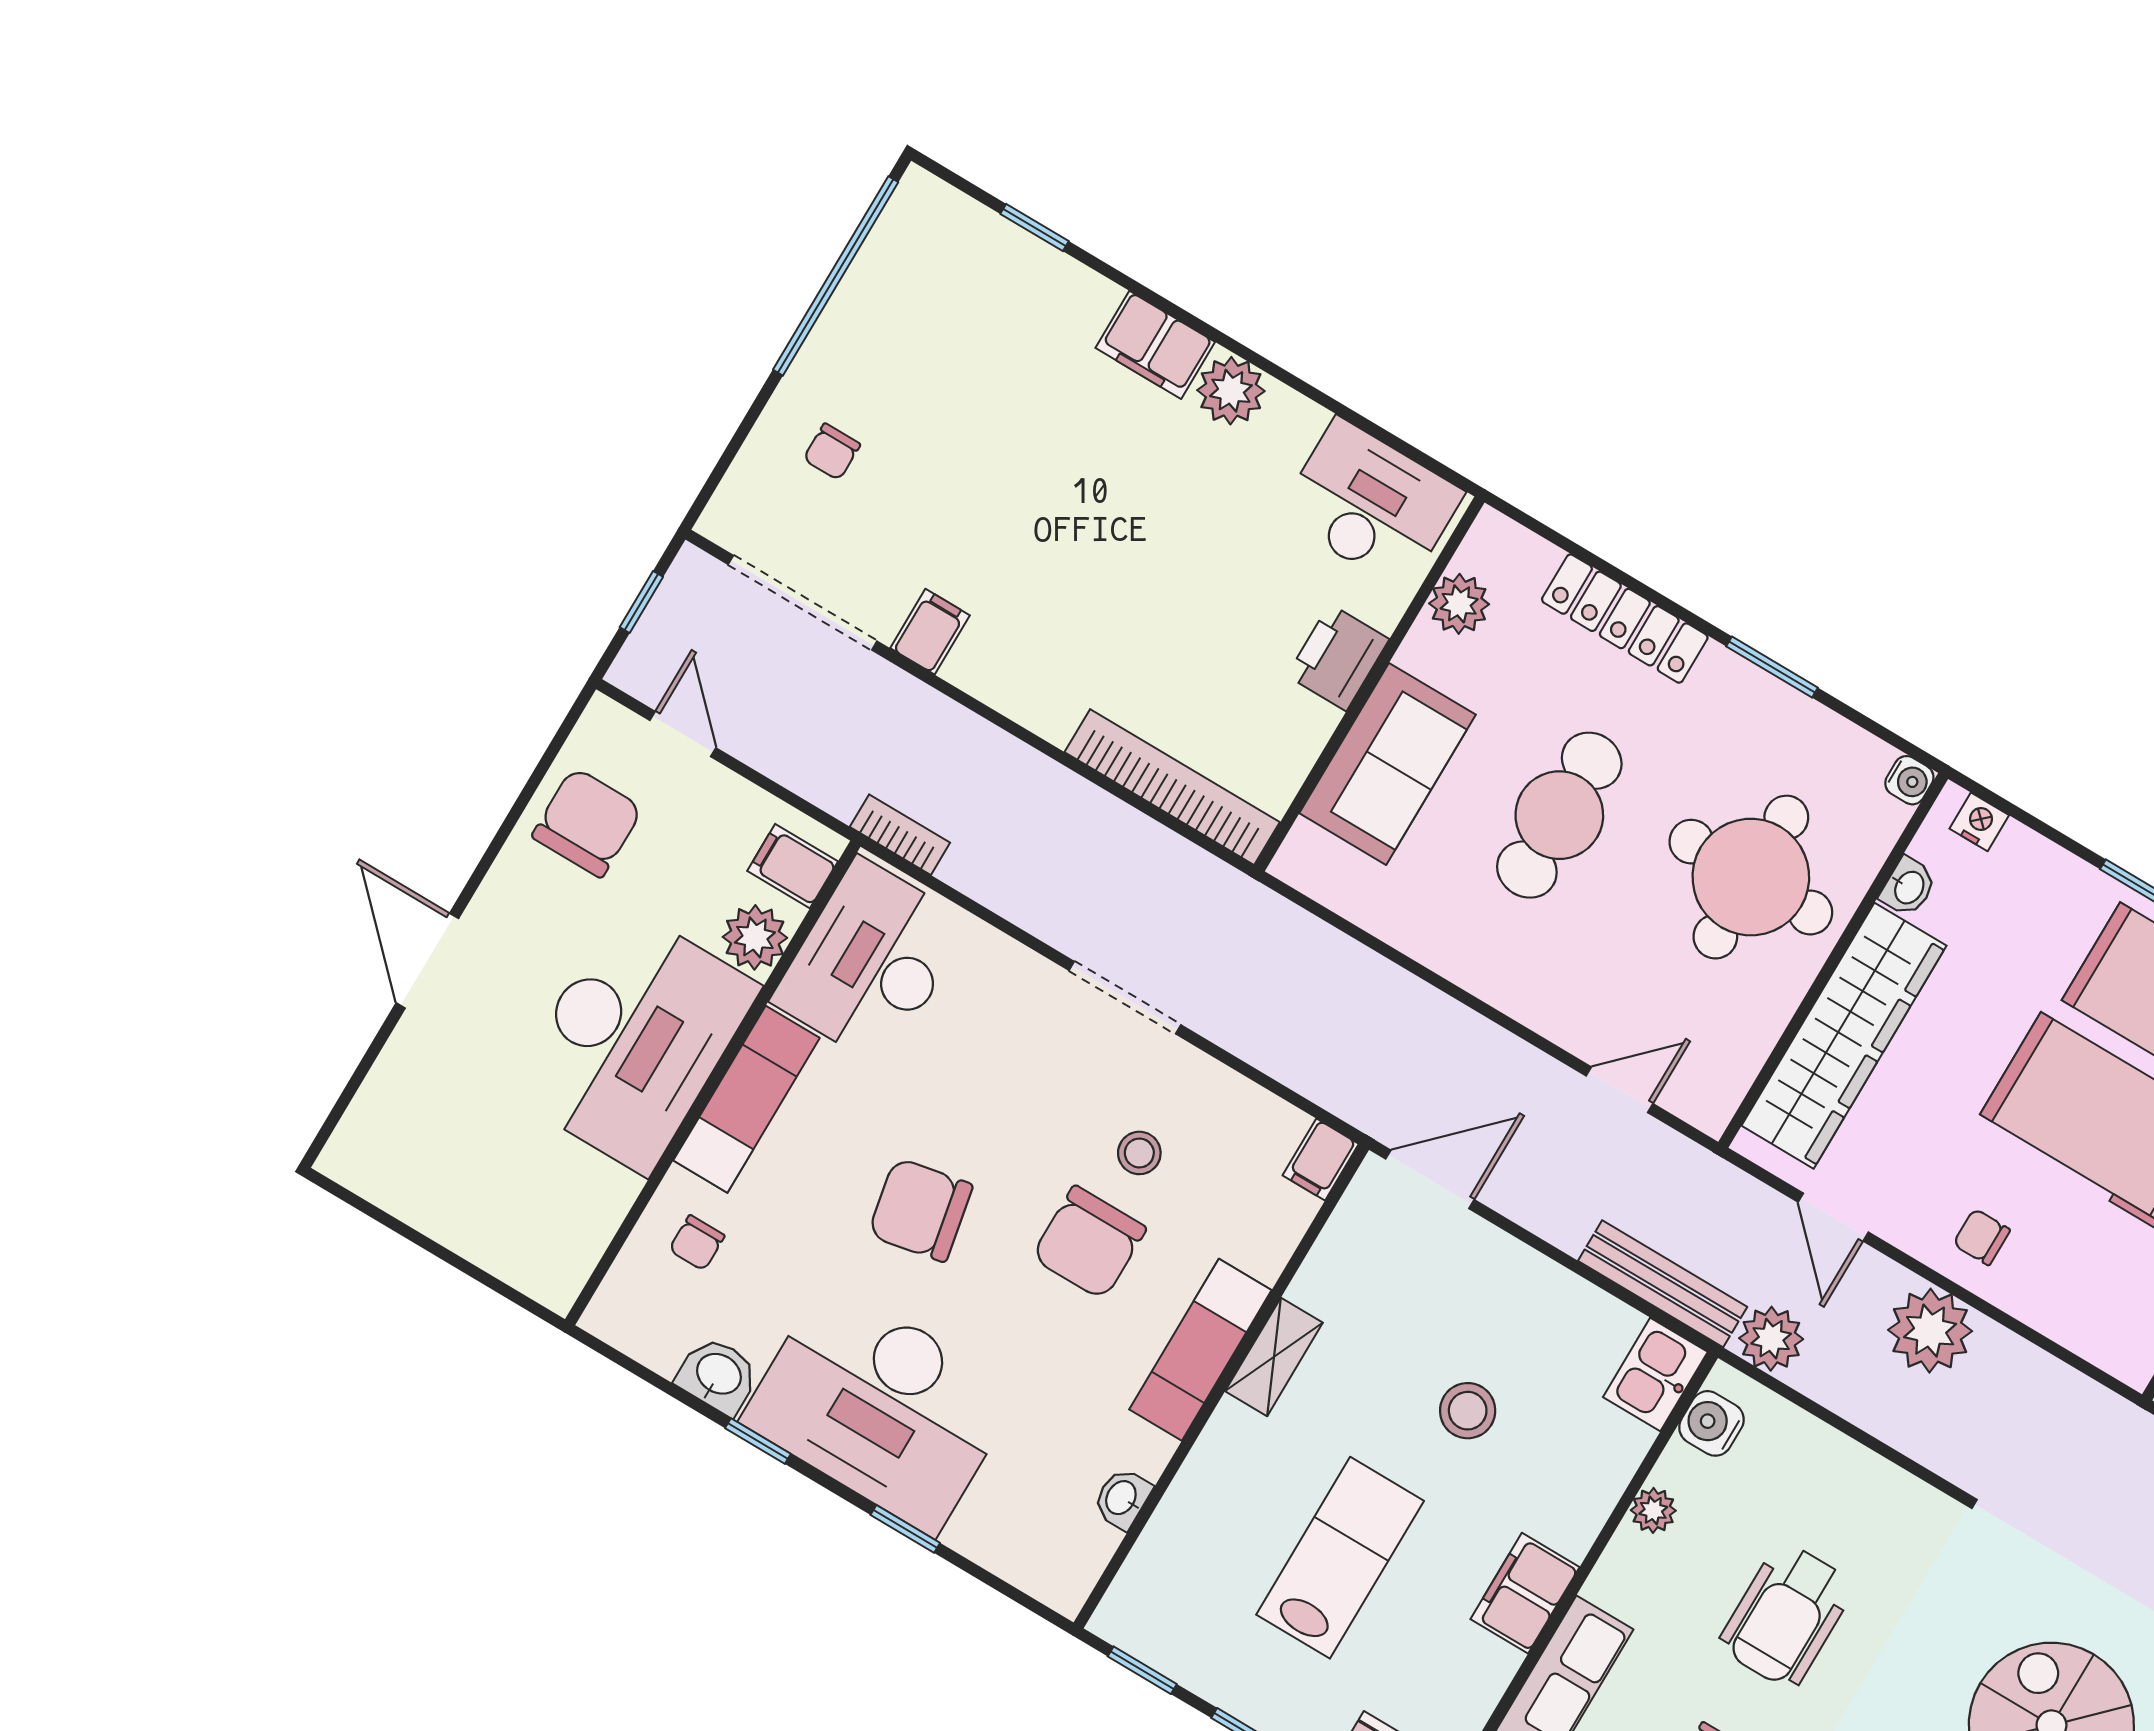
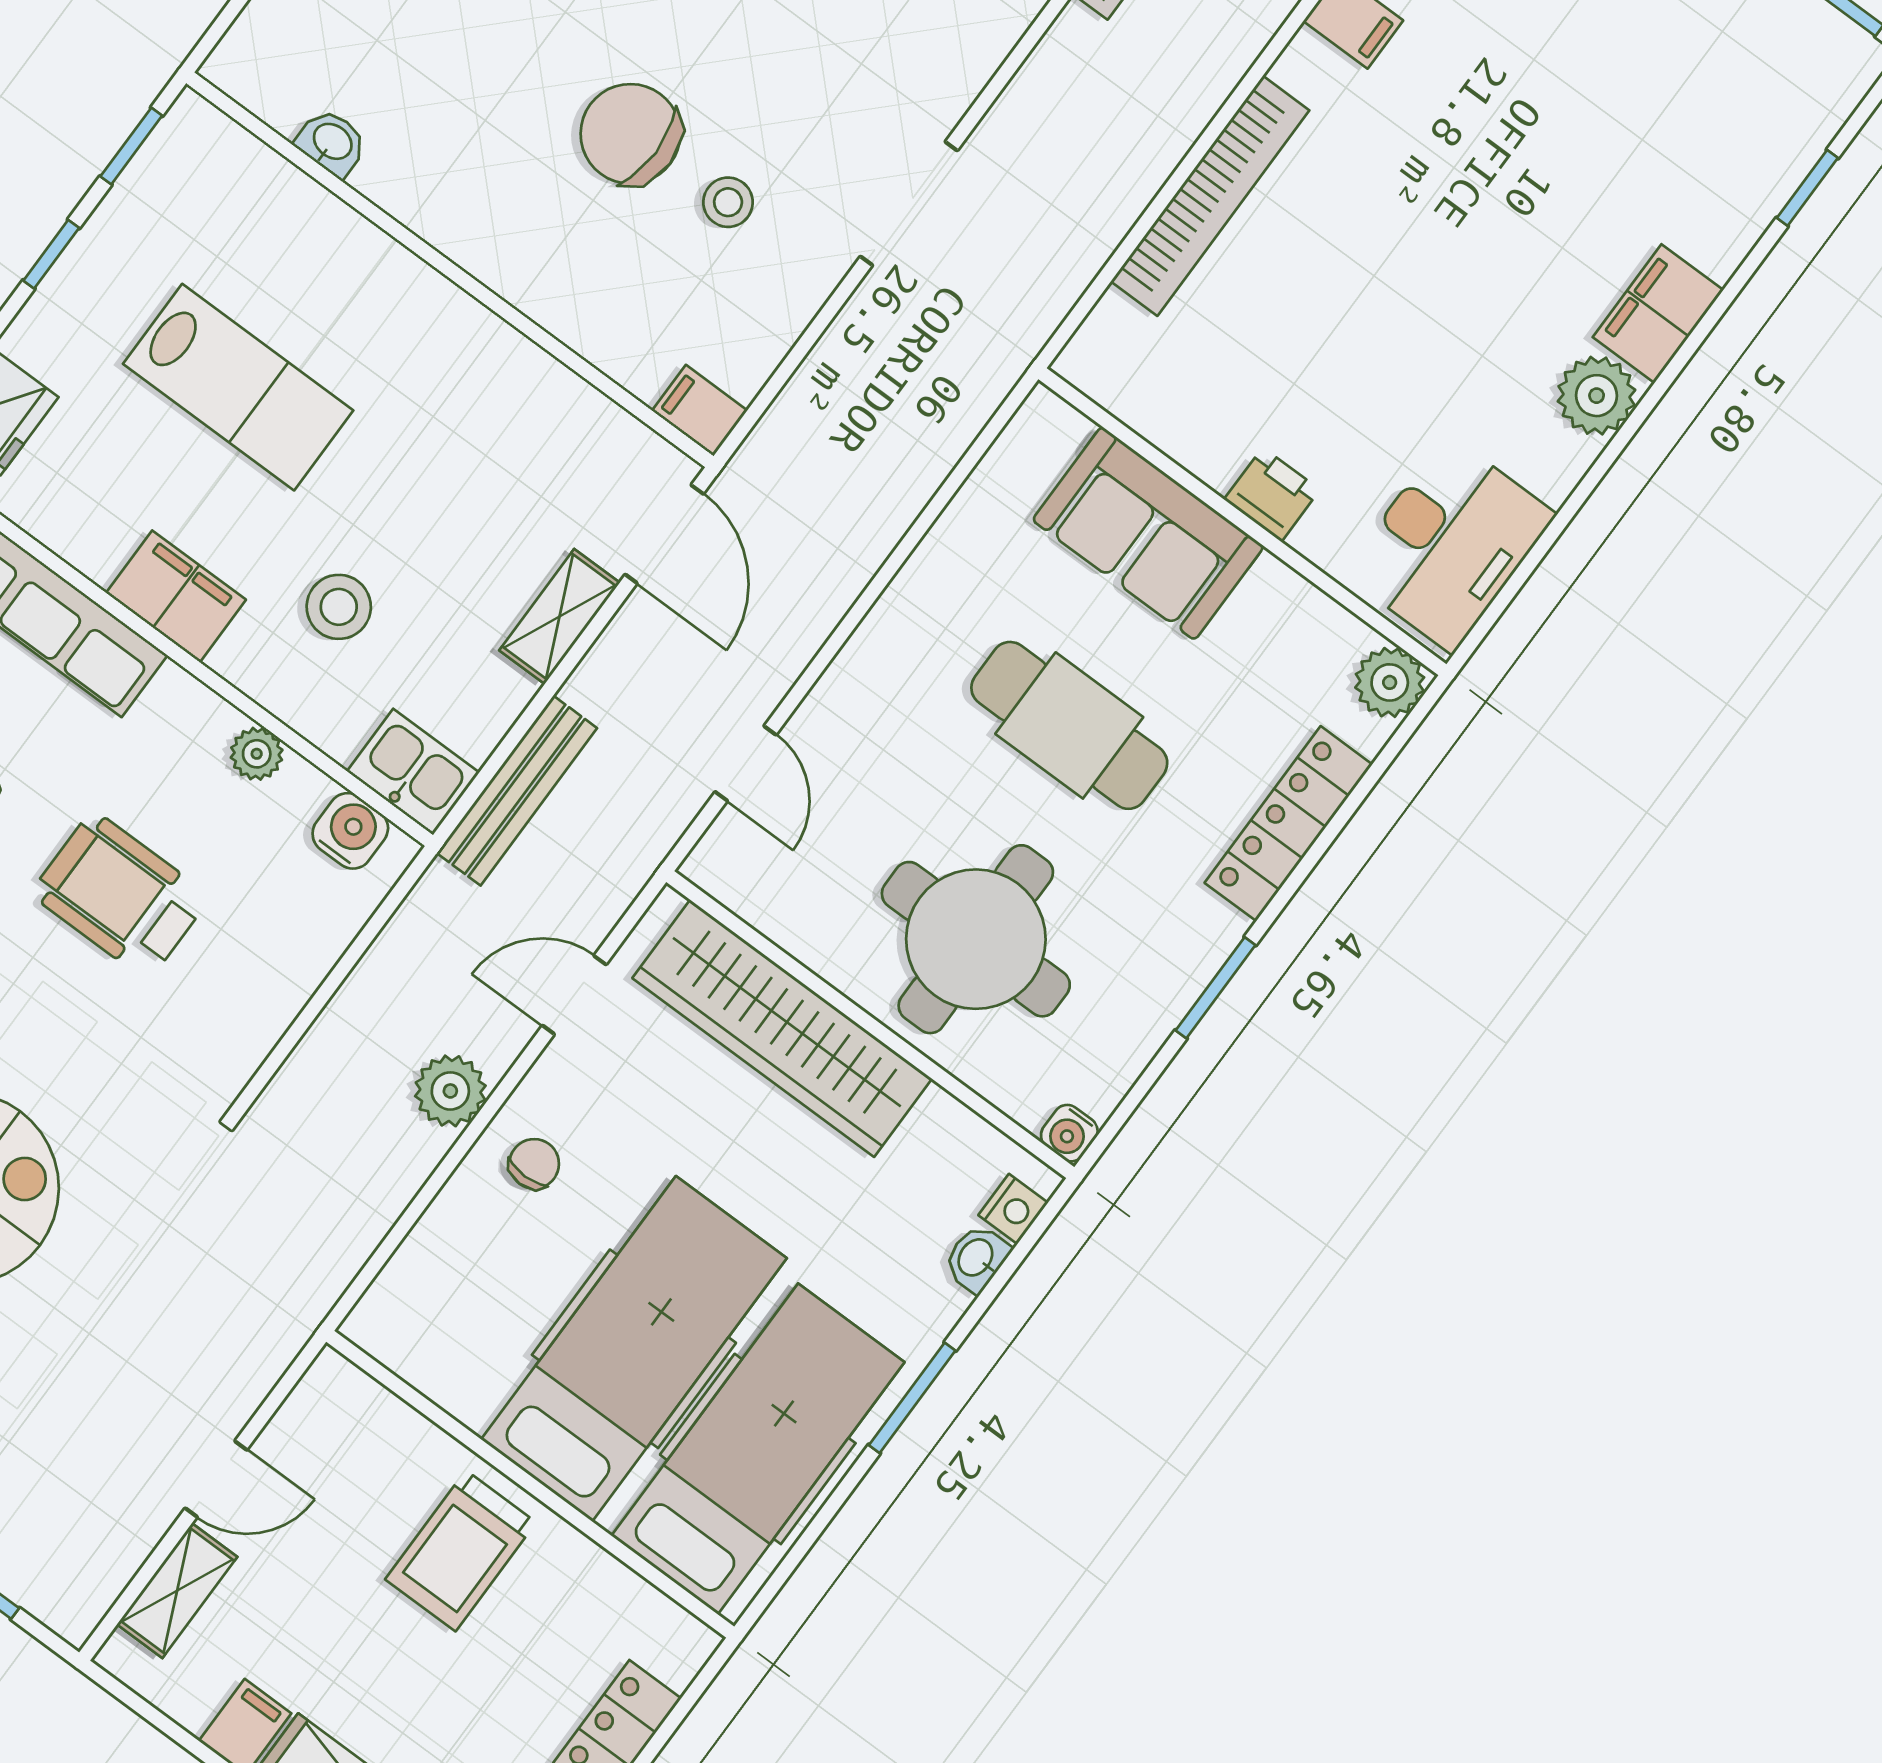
plant: (1459, 604) -> (1390, 682), moved
printer: (1338, 657) -> (1272, 495), width x0.73, depth x0.81
bookcase: (1172, 787) -> (1210, 196), moved
washbasin: (1908, 887) -> (977, 1258), moved, turned 90
plant: (1930, 1331) -> (450, 1091), width x0.73, depth x0.73
plant: (1771, 1339) -> (441, 909), removed
exam couch: (1200, 1350) -> (494, 250), removed
shelving: (1274, 1357) -> (560, 616), moved, turned 90
stool: (1468, 1411) -> (339, 607), moved

